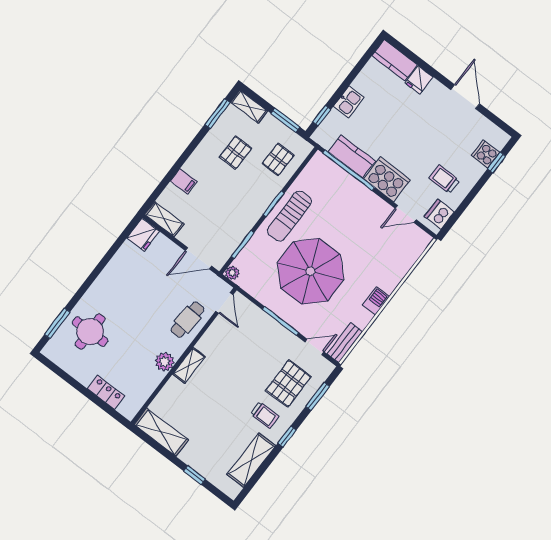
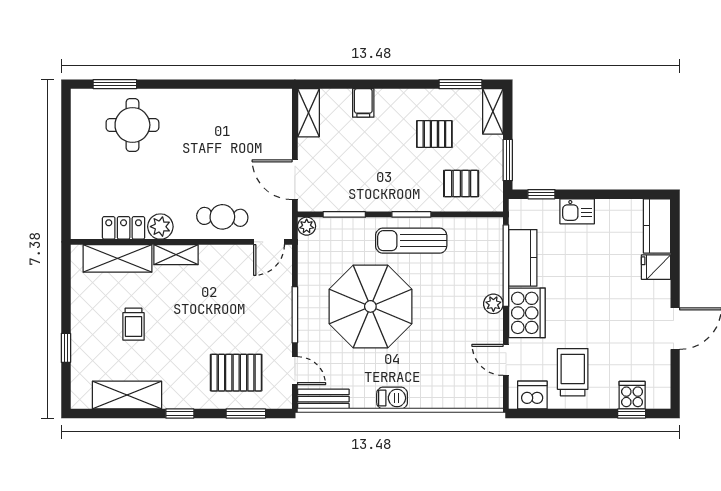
trolley: (444, 179) -> (573, 372), width x1.36, depth x1.39
plant: (366, 196) -> (493, 304), added
fridge: (143, 235) -> (275, 103), removed
locker: (106, 392) -> (124, 228), moved, turned -90
trolley: (265, 415) -> (134, 324), moved
shelving: (161, 432) -> (117, 258), moved, turned 90

